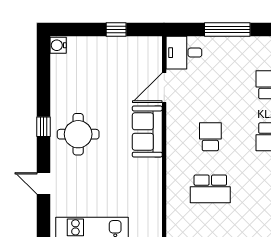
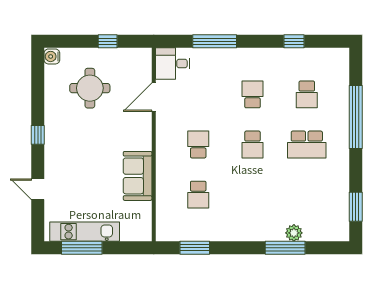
sofa: (147, 132) -> (138, 176), moved
round table: (78, 134) -> (90, 88), moved
school desk: (210, 189) -> (198, 195), width x0.54

